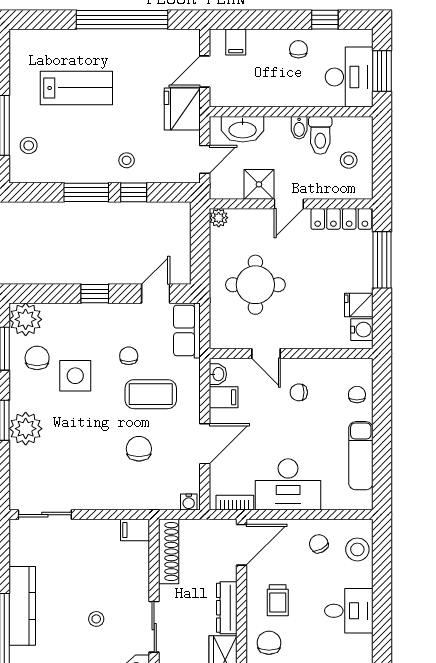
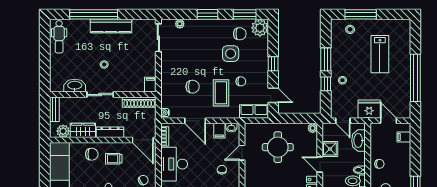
chair: (298, 49) -> (379, 164), moved
plant: (26, 429) -> (180, 24), moved, width x0.53, depth x0.53

